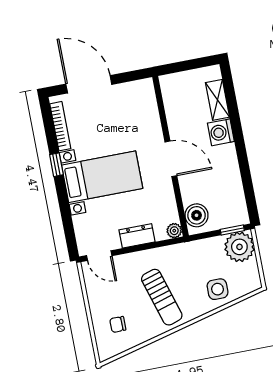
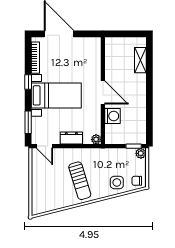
washing machine: (221, 132) -> (112, 116), moved, turned 180
boiler: (197, 215) -> (112, 132), removed
window: (68, 225) -> (28, 122), added
plant: (239, 247) -> (141, 153), width x0.53, depth x0.53
chair: (118, 324) -> (137, 181), moved

